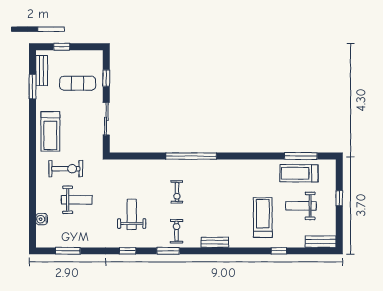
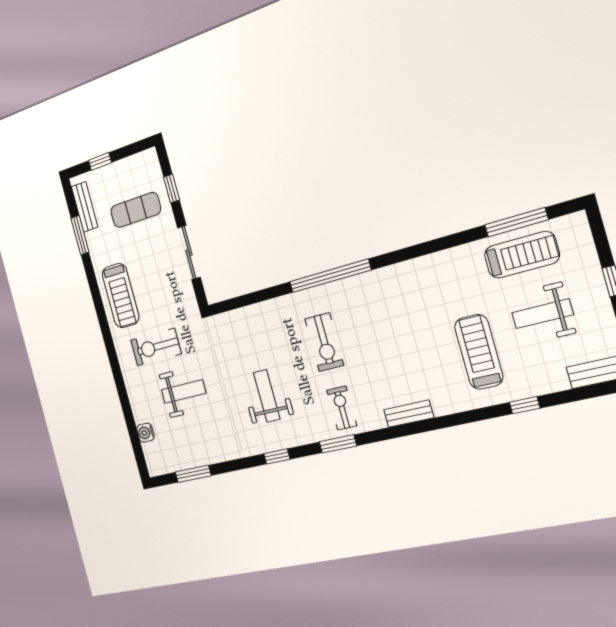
exercise bike: (66, 169) -> (156, 347), turned 180
treadmill: (299, 173) -> (522, 255), turned 180
exercise bike: (177, 192) -> (324, 342), width x1.38, depth x1.39

